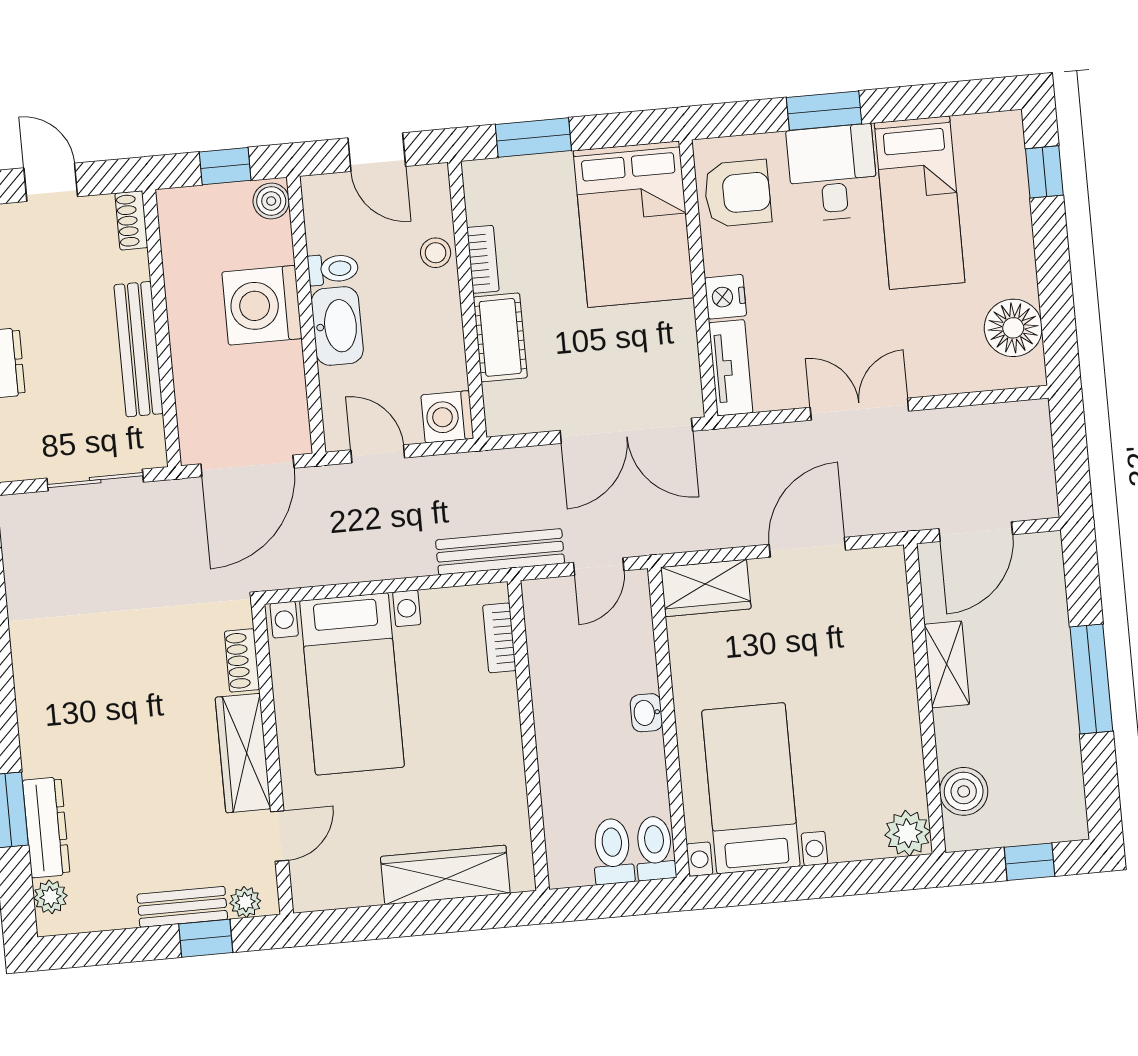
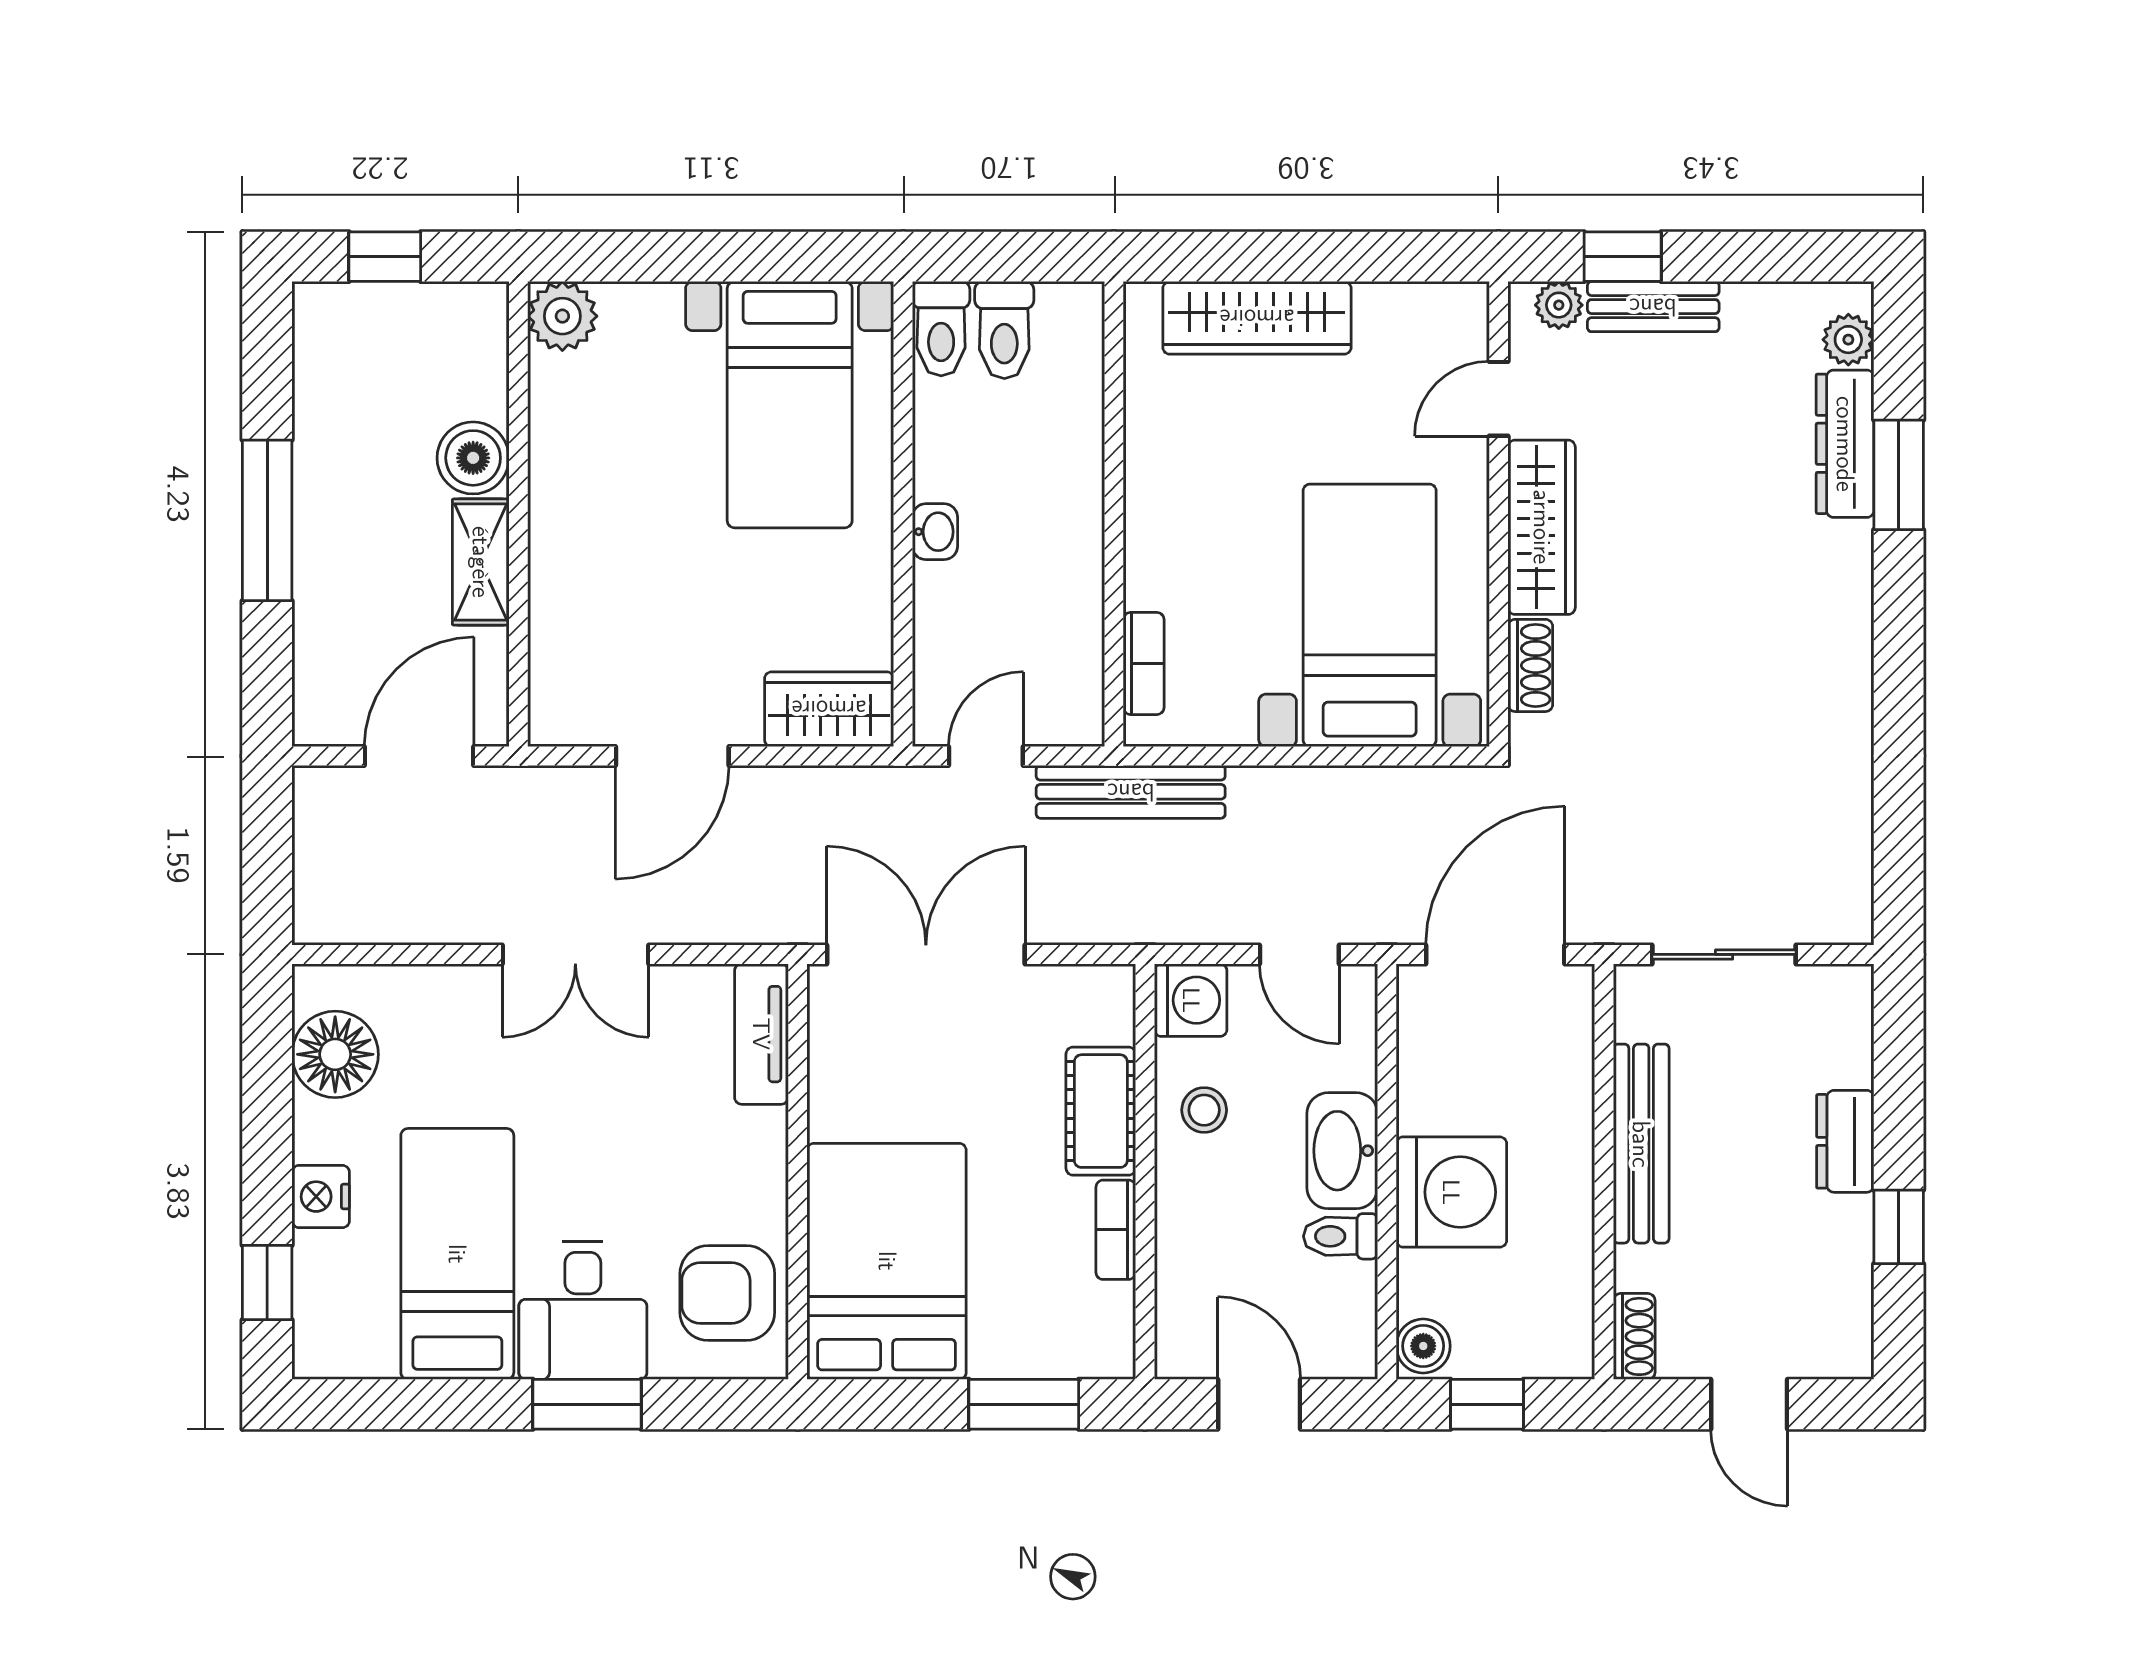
stool: (436, 253) -> (1204, 1110), moved
nightstand: (725, 297) -> (321, 1197), moved, turned 180
boiler: (964, 791) -> (473, 458), moved

